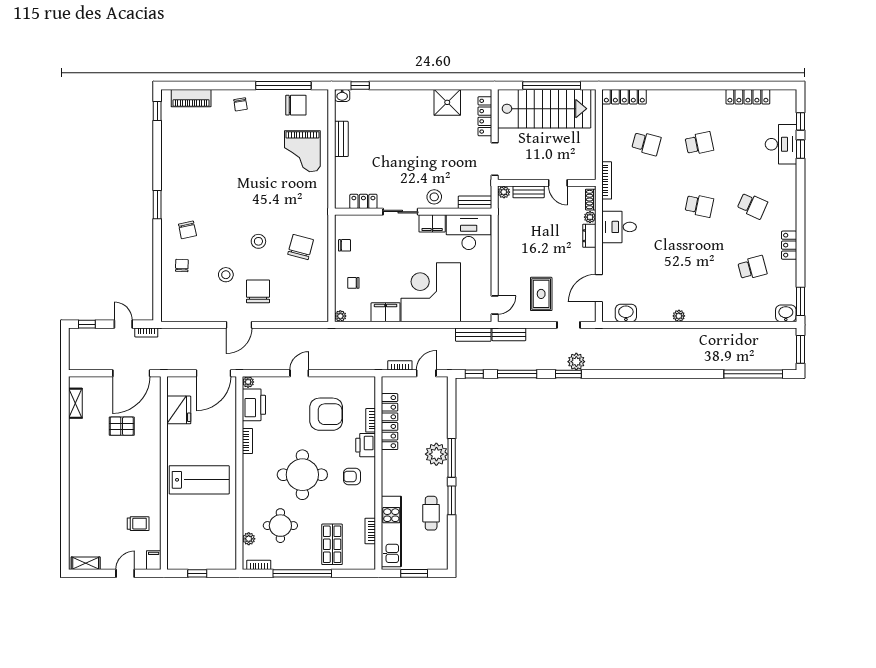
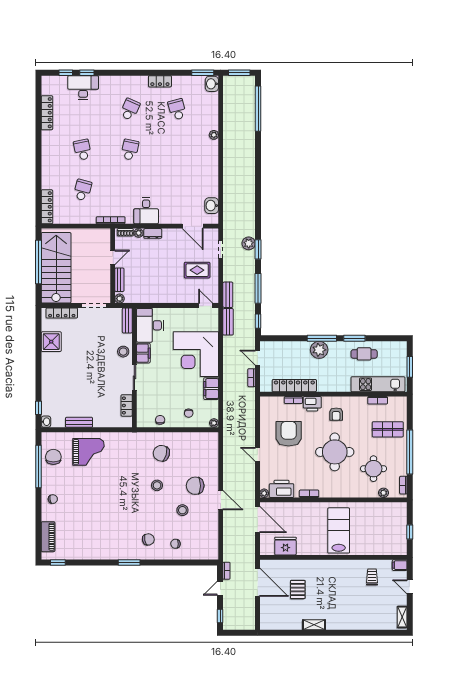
plant: (679, 316) -> (214, 135), moved
shelving: (75, 403) -> (314, 625), moved

